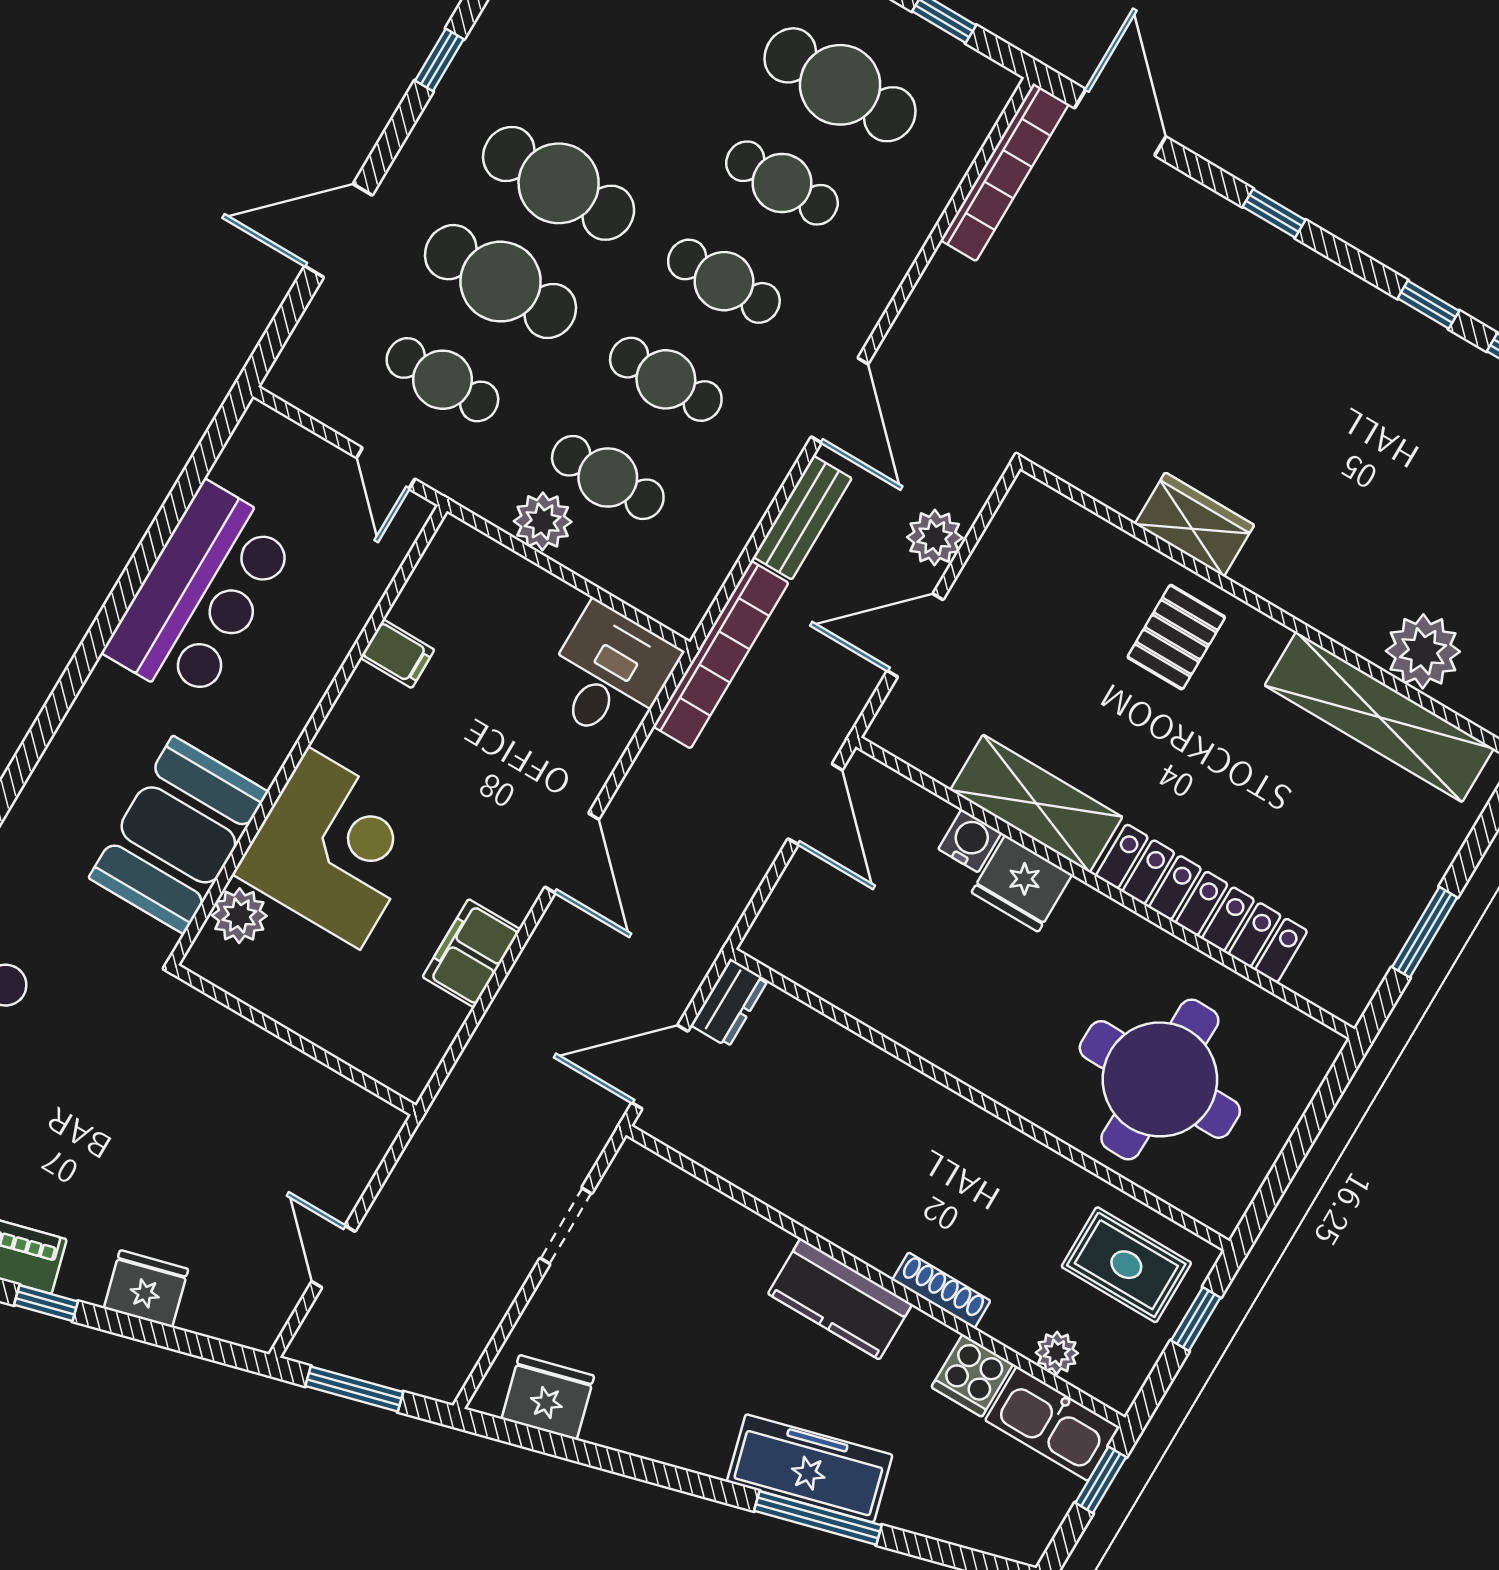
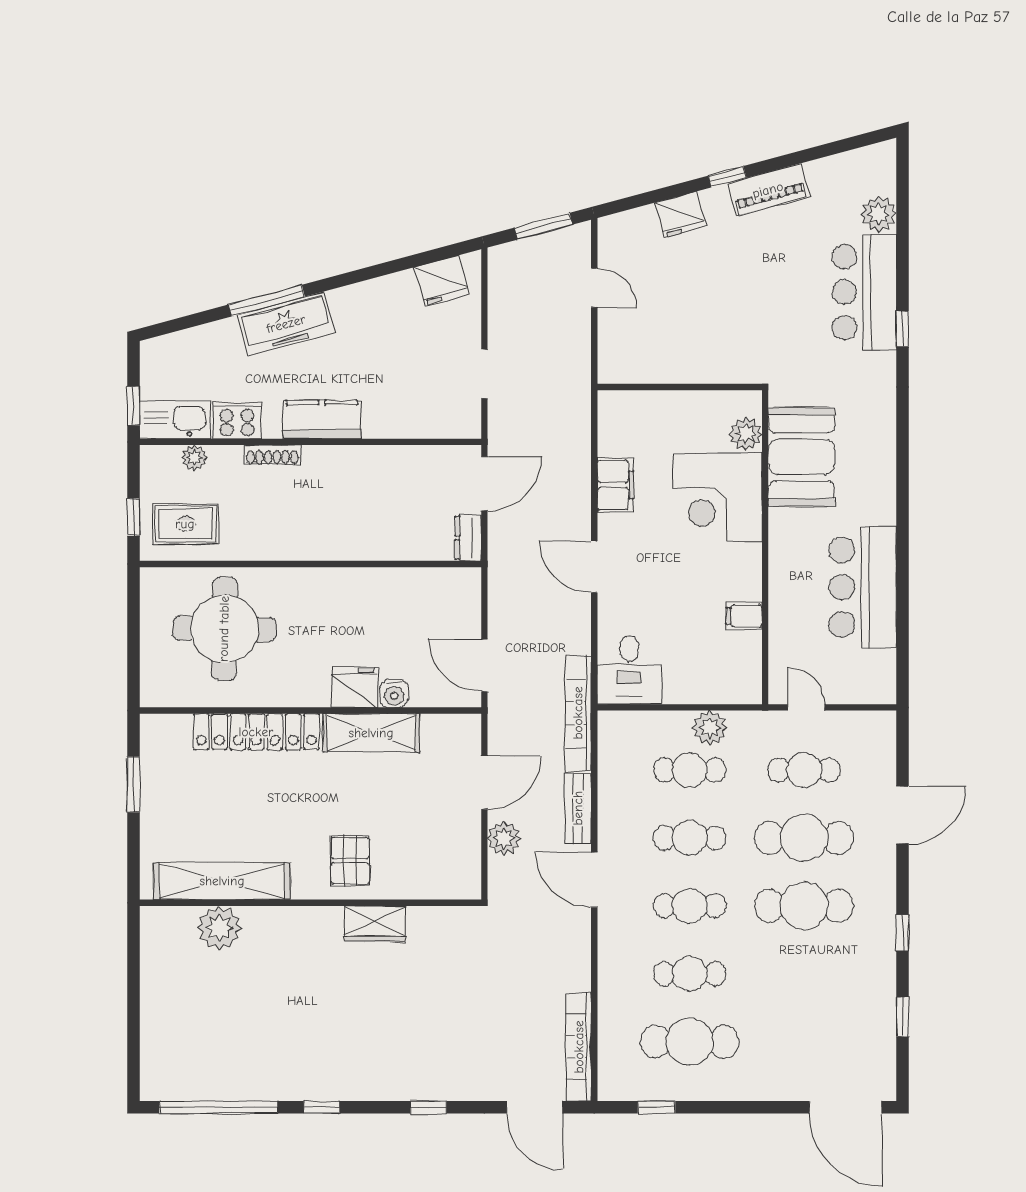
cooker: (972, 1375) -> (237, 420), width x1.36

